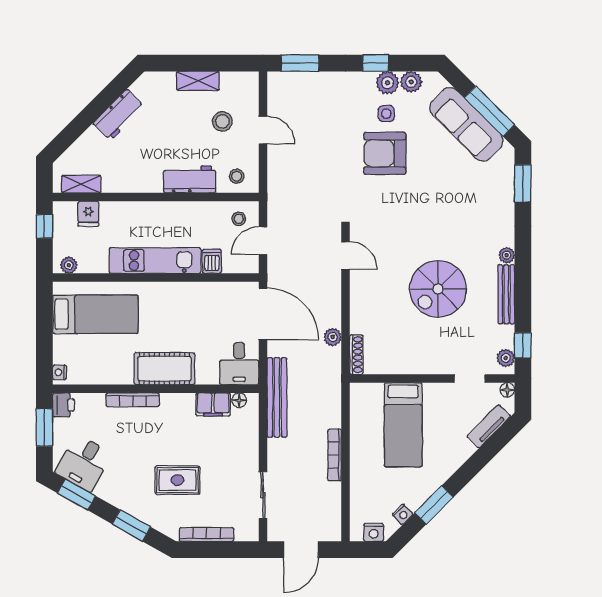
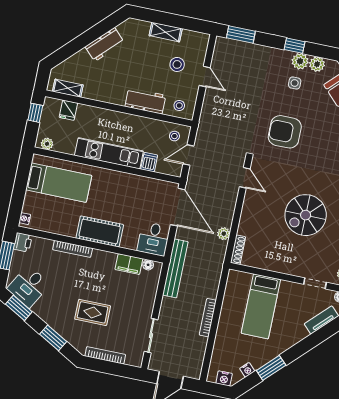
armchair: (385, 153) -> (285, 132), moved

